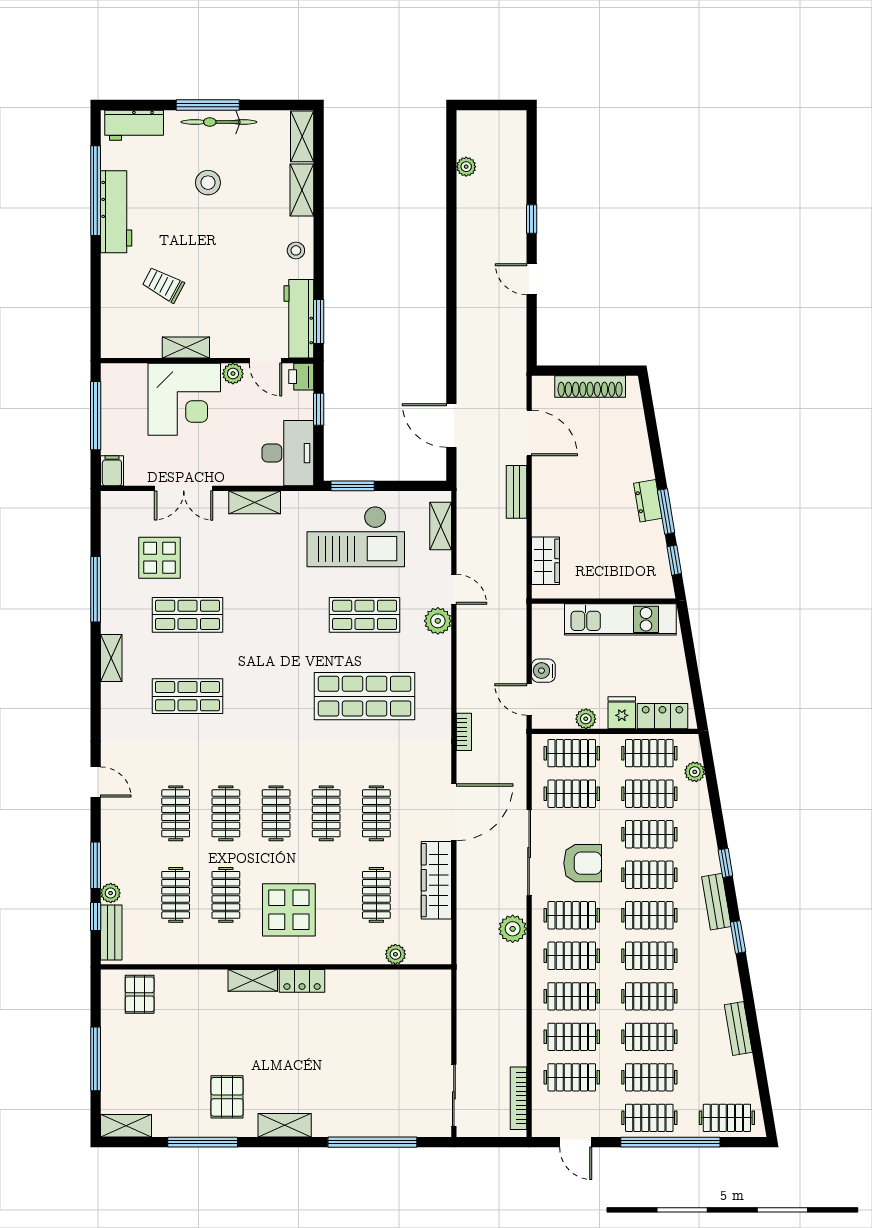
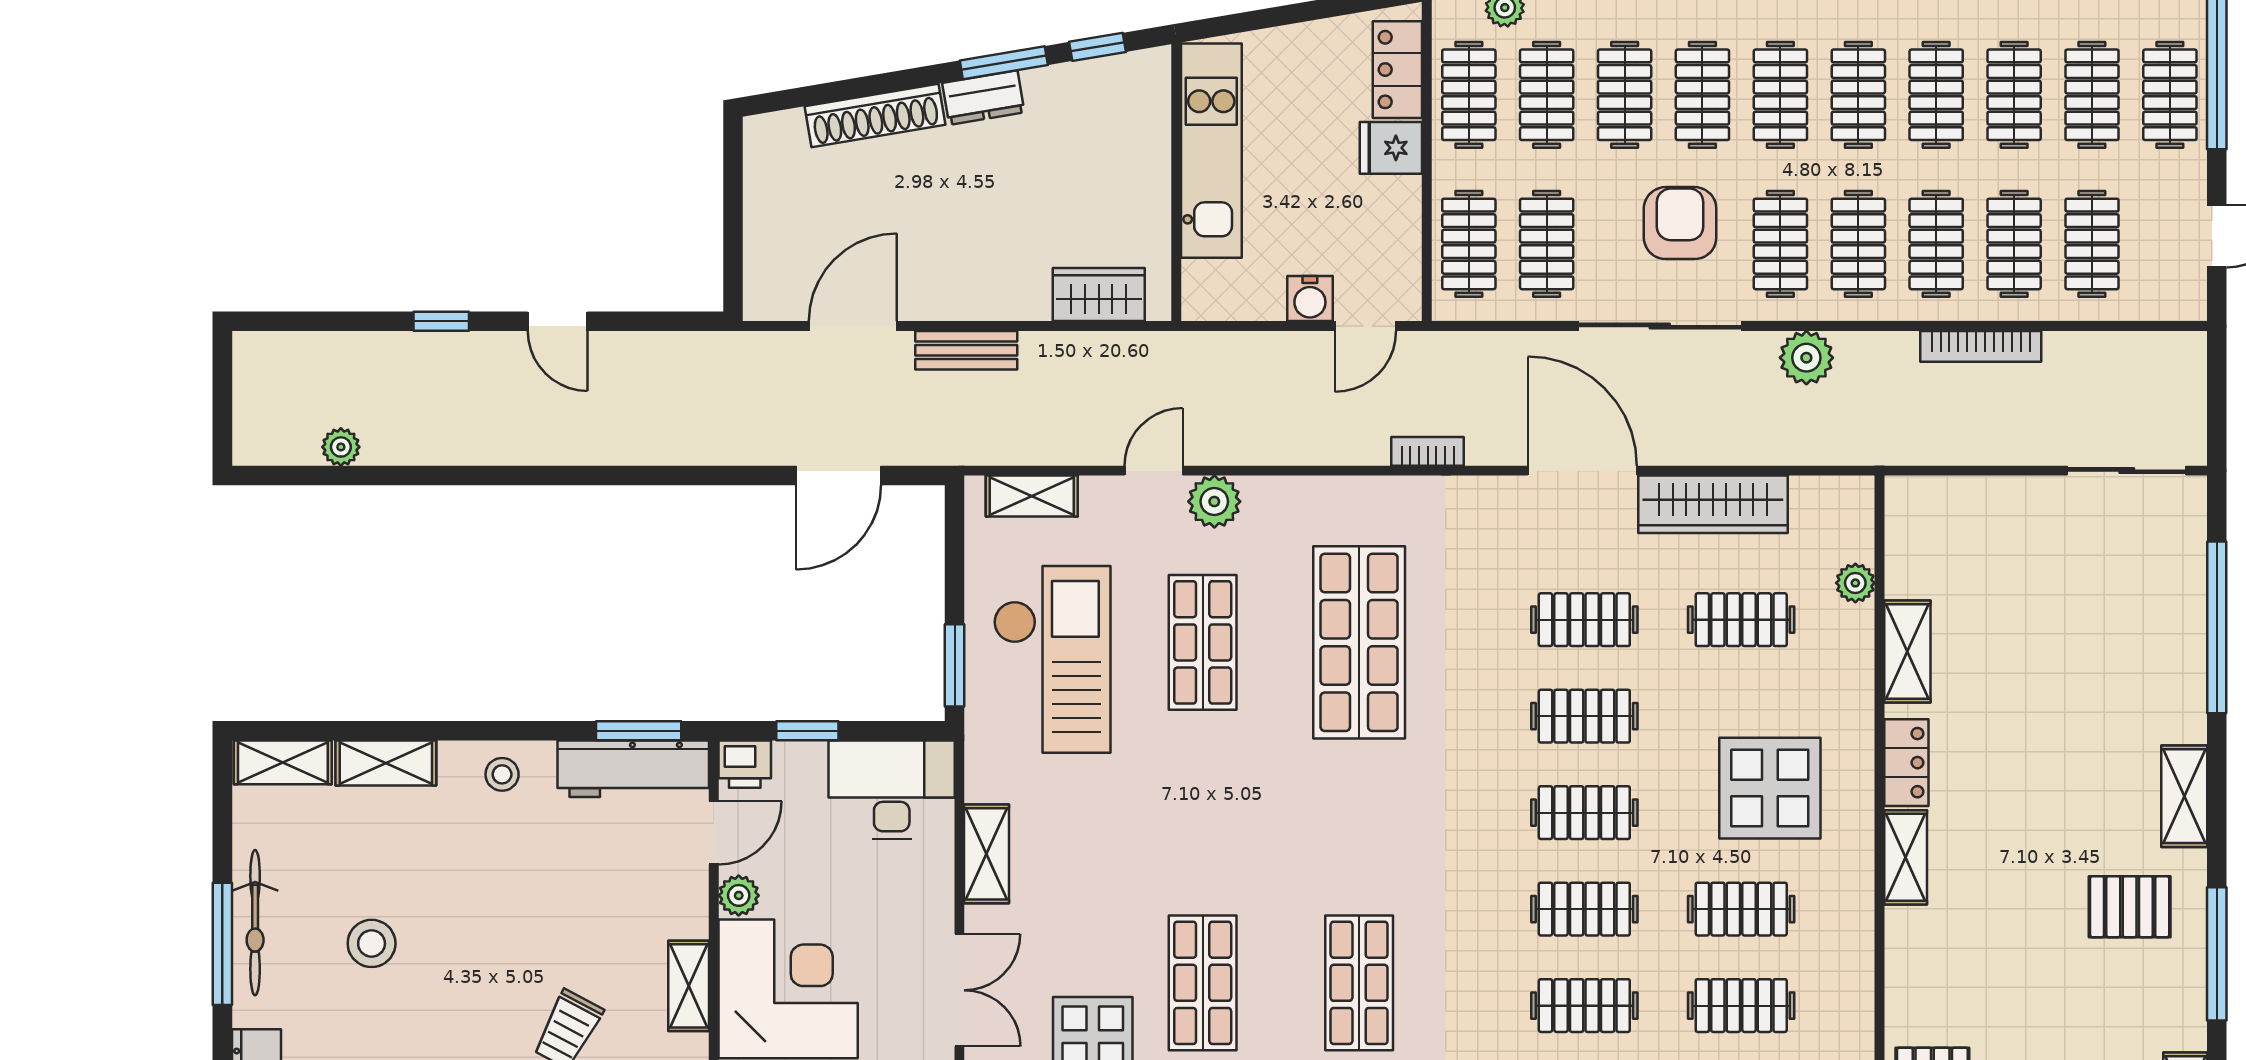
door: (532, 279) -> (558, 321), hinge flipped
shoe rack: (590, 386) -> (875, 115), moved, turned 80
plant: (586, 719) -> (1403, 217), removed
shelving: (360, 981) -> (1907, 652), added
bookcase: (519, 1098) -> (1981, 346), moved

